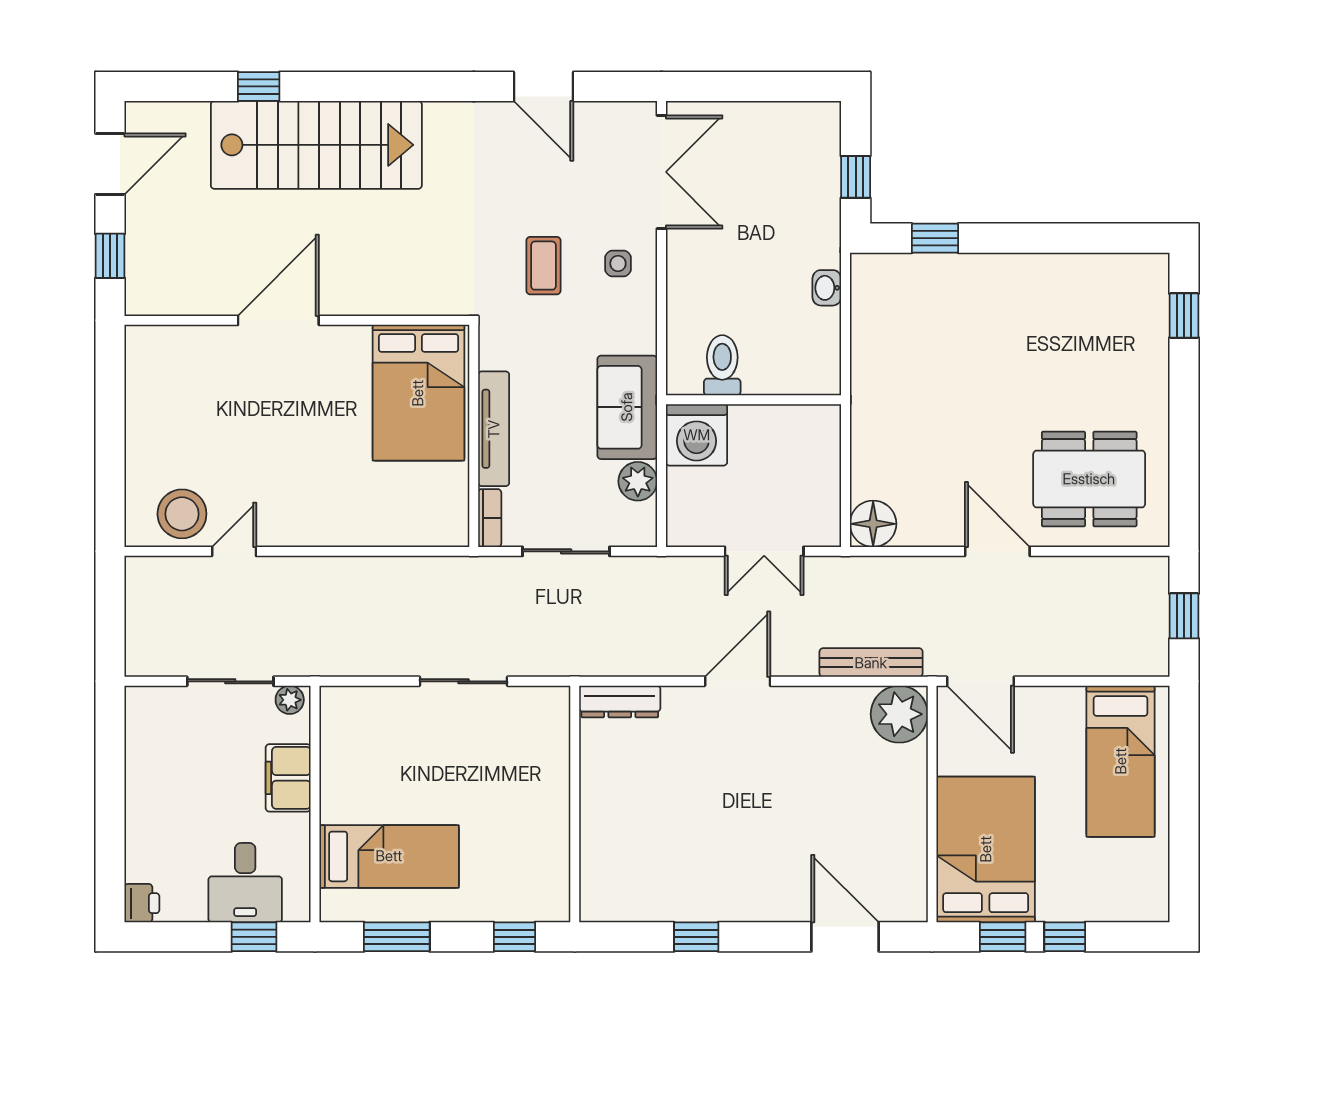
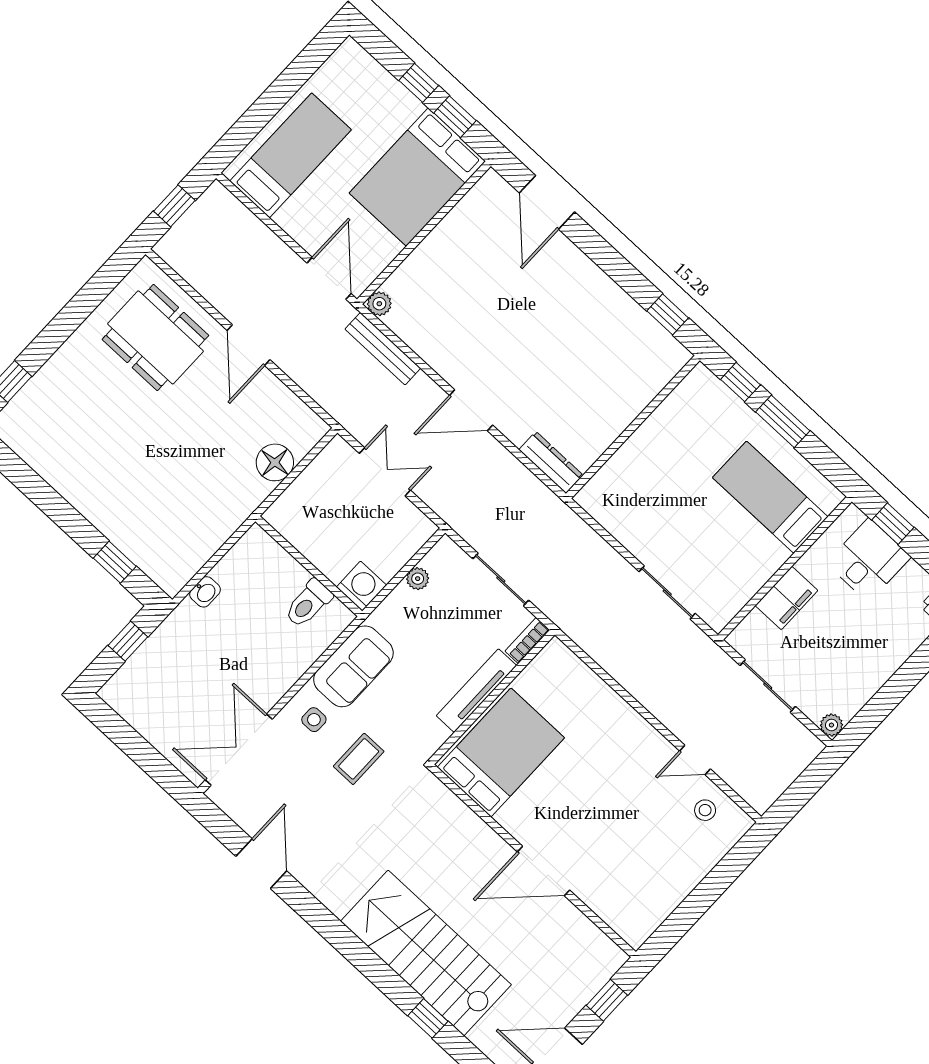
sofa: (627, 407) -> (353, 666), moved
washing machine: (697, 435) -> (361, 586), width x0.73, depth x0.73
plant: (638, 481) -> (418, 579), width x0.73, depth x0.73
stool: (182, 514) -> (705, 810), width x0.53, depth x0.53
floor lamp: (873, 524) -> (275, 462), moved
sliding door: (464, 681) -> (667, 593), moved
plant: (290, 700) -> (831, 725), moved
plant: (899, 714) -> (379, 304), width x0.53, depth x0.53
window: (397, 937) -> (783, 421), moved
window: (696, 937) -> (668, 314), moved

